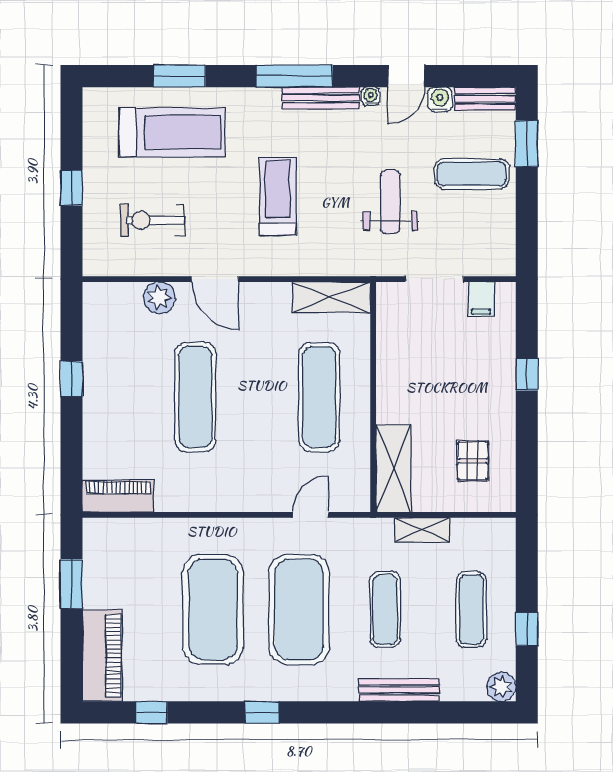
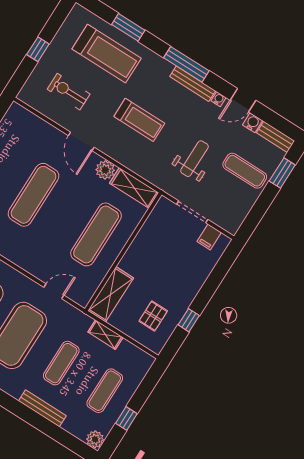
treadmill: (278, 197) -> (139, 120), turned 90
plant: (159, 298) -> (105, 170), moved
window: (527, 374) -> (189, 320), moved

